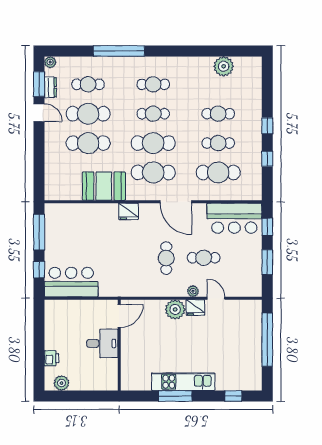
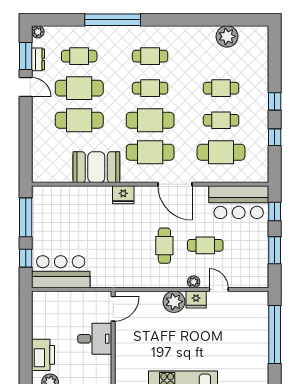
printer: (52, 358) -> (43, 355), width x1.87, depth x1.48

